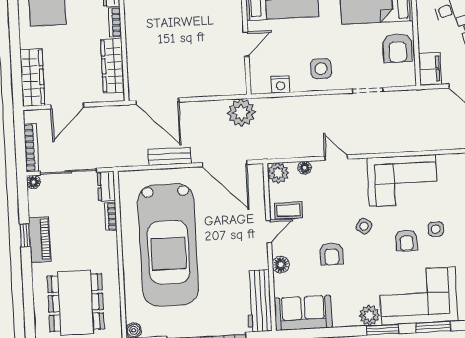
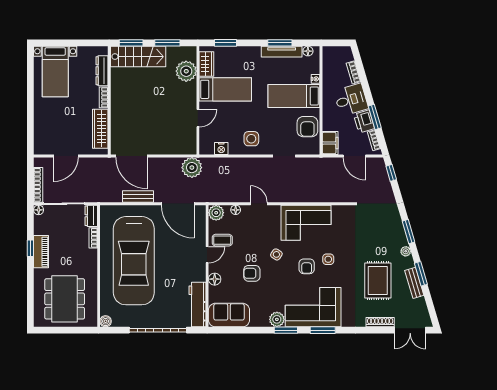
wardrobe: (32, 77) -> (42, 134), removed
armchair: (332, 254) -> (252, 273), turned 90

